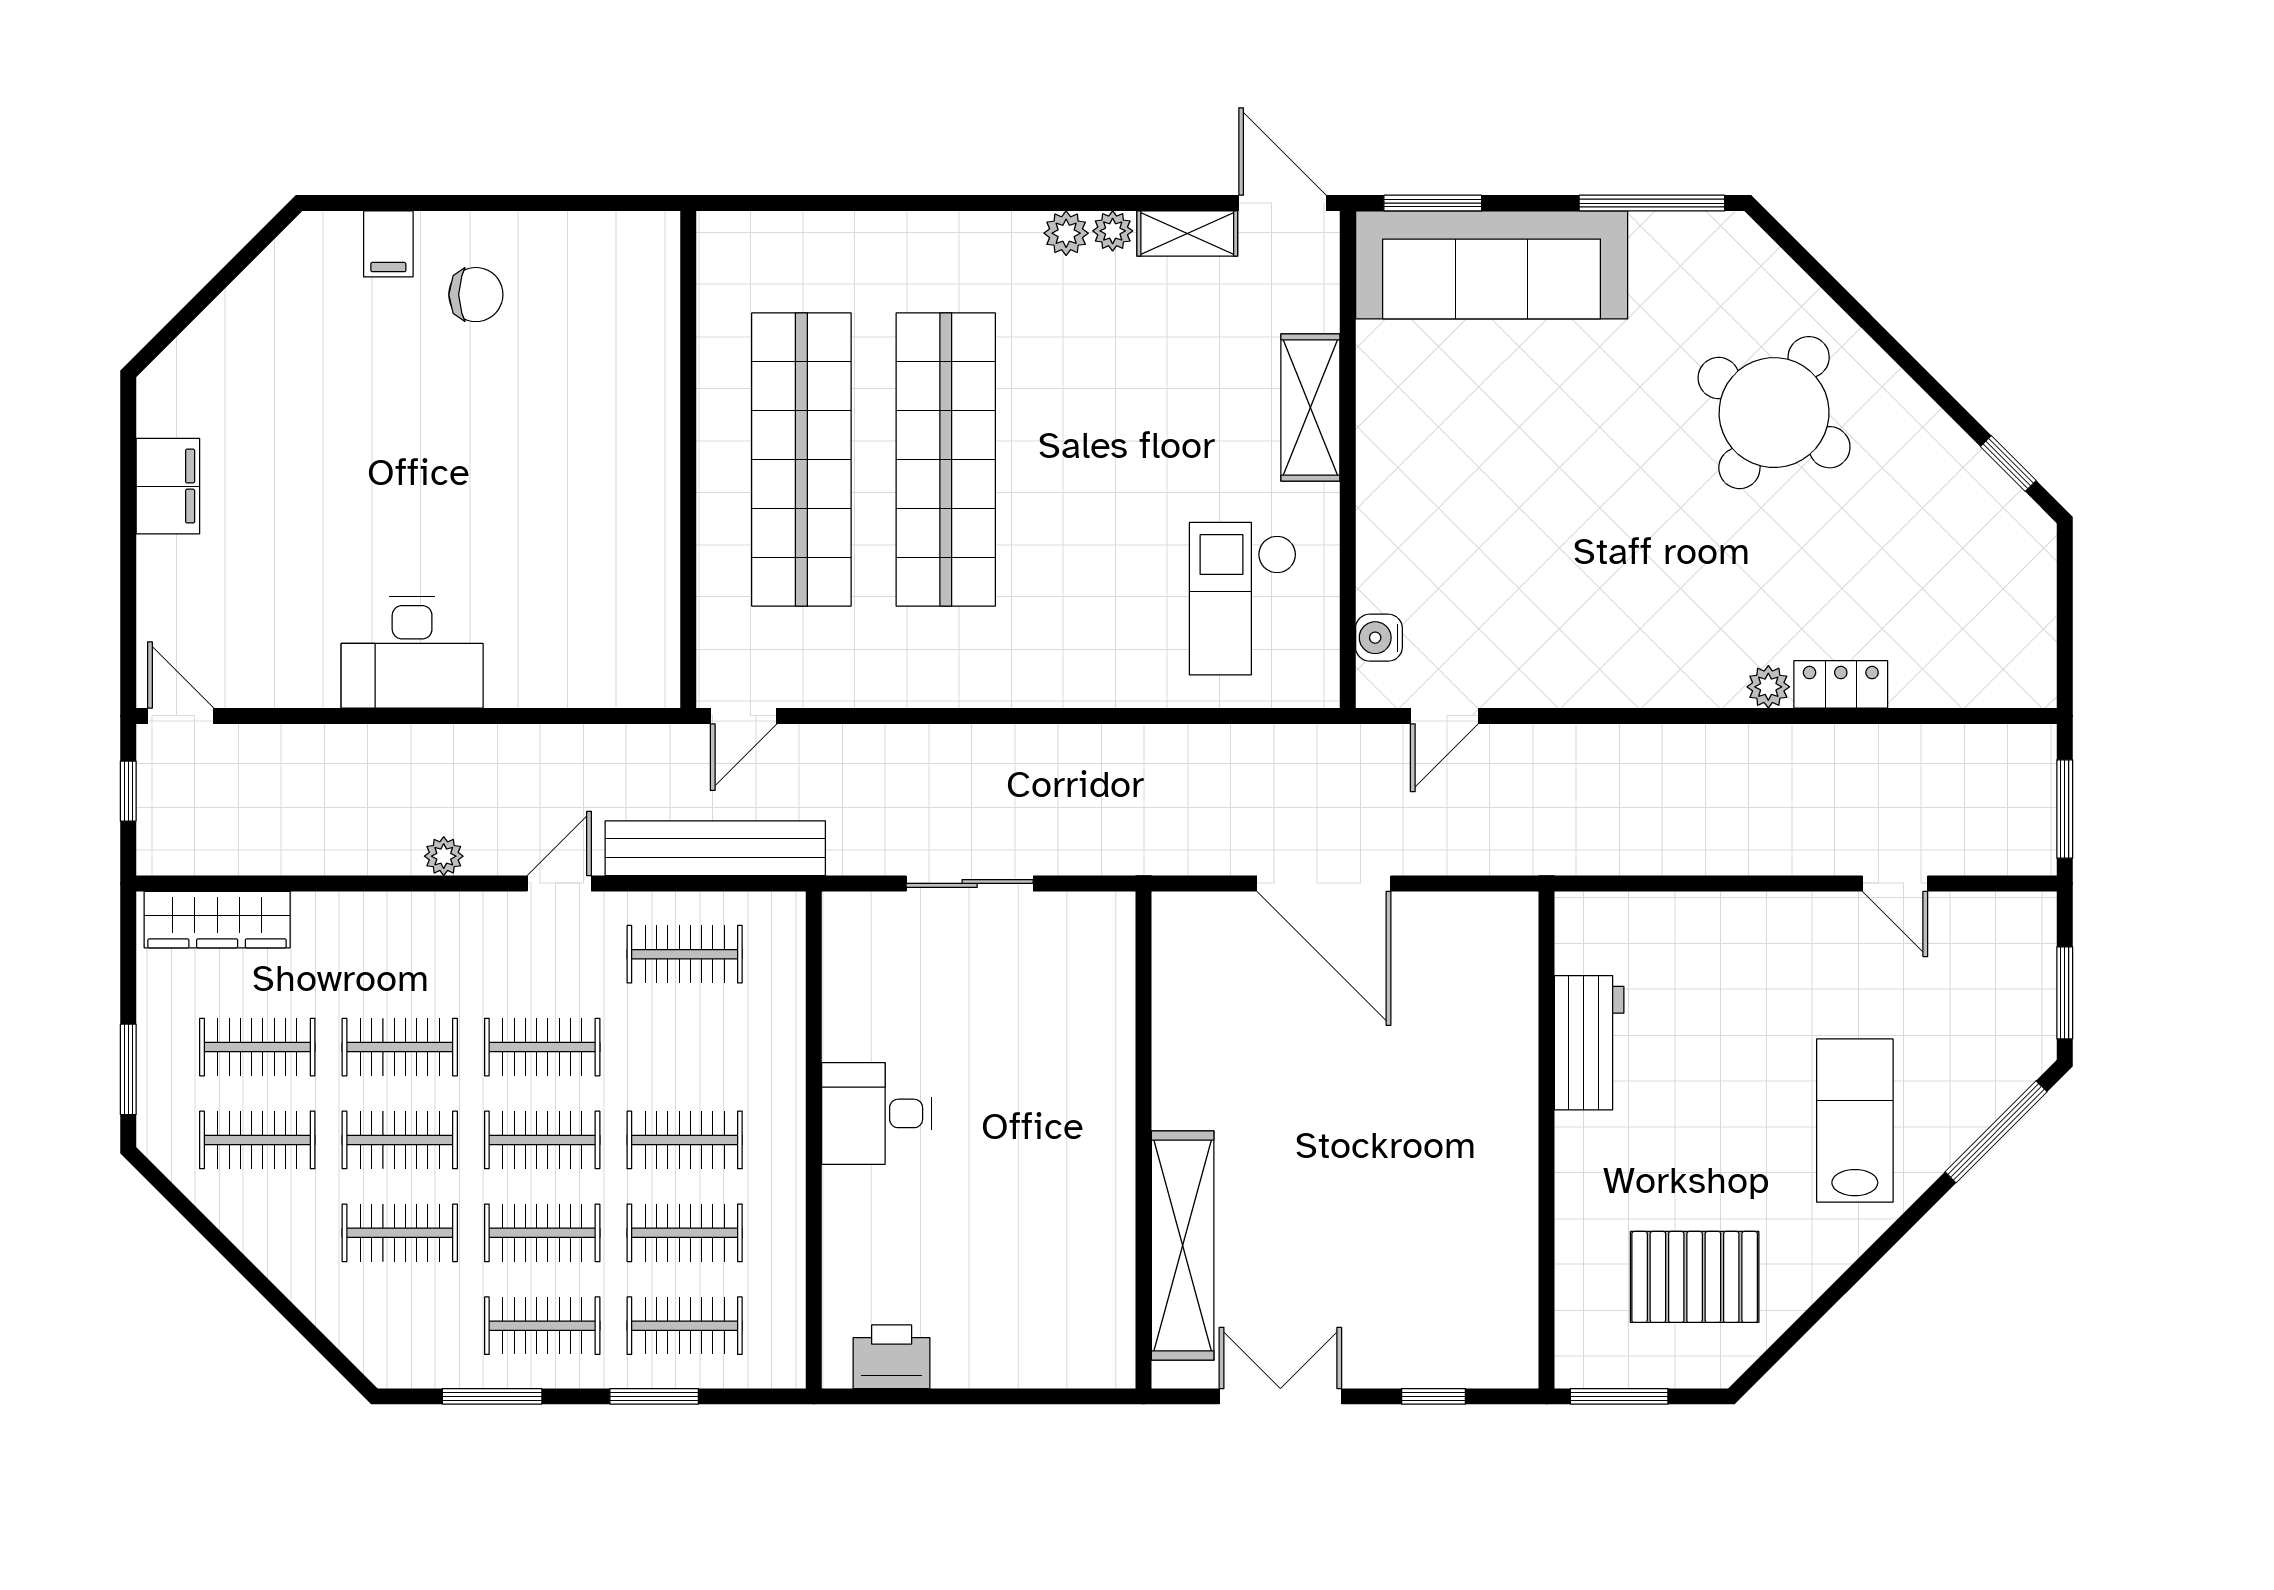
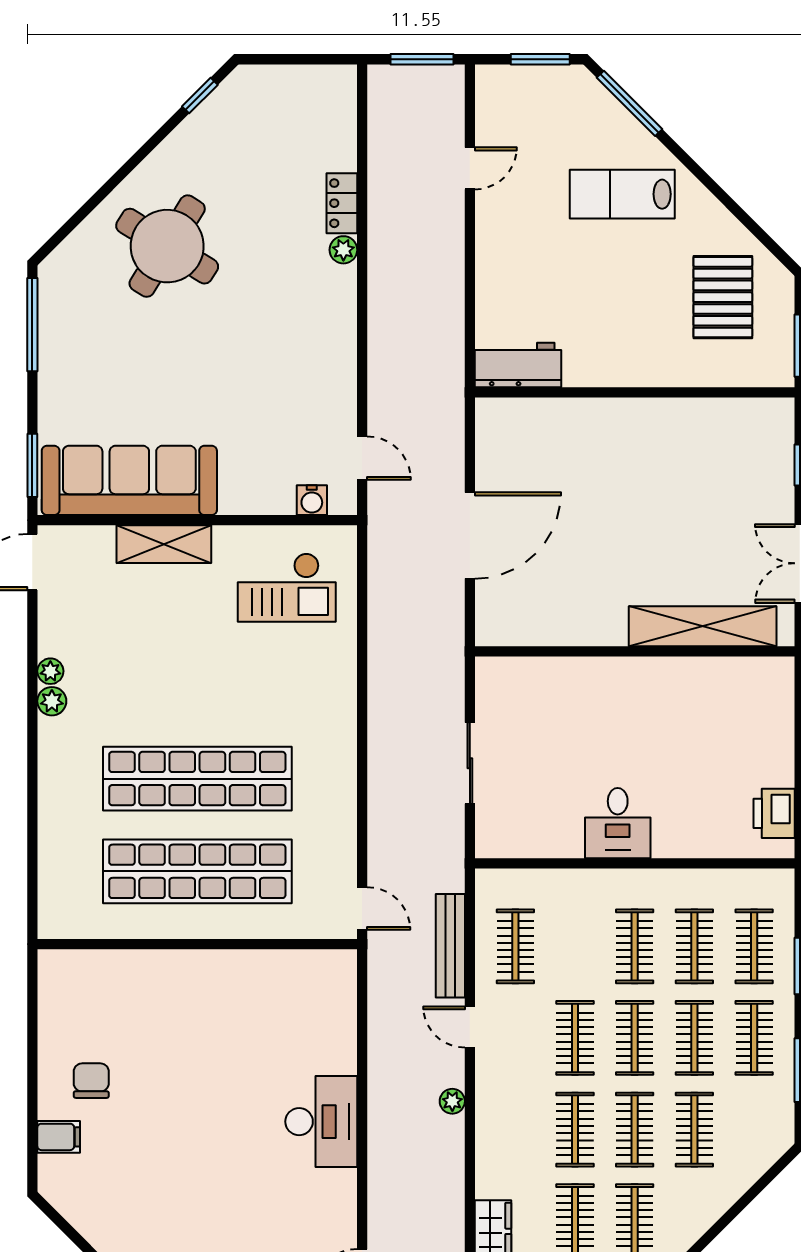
shelving: (1187, 234) -> (52, 623), removed
sofa: (1492, 265) -> (129, 480), moved, turned -90
bench: (715, 848) -> (450, 946), width x0.73, depth x0.82
workbench: (1589, 1043) -> (518, 365), moved

